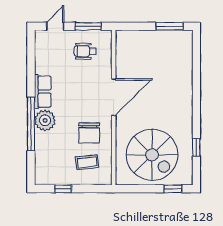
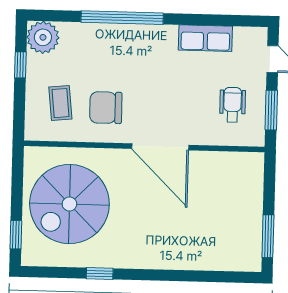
row of seats: (43, 92) -> (205, 38), moved
plant: (45, 120) -> (43, 37), moved
window: (196, 147) -> (100, 274), moved

